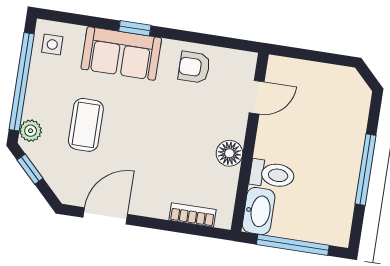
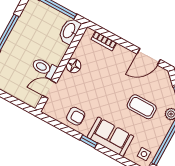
window: (135, 28) -> (89, 142), moved
coffee table: (86, 125) -> (142, 107), turned 90
toilet: (272, 174) -> (44, 68), moved

